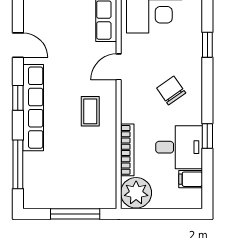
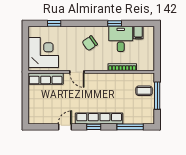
window: (207, 45) -> (54, 23), moved
coffee table: (90, 111) -> (144, 91), moved
plant: (136, 193) -> (146, 62), removed

